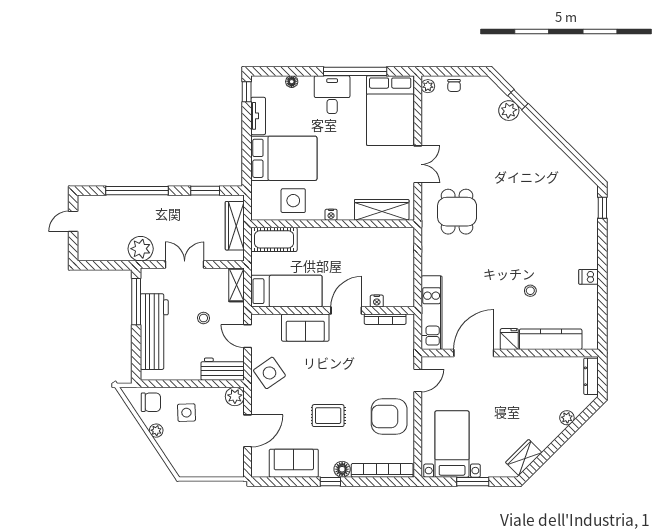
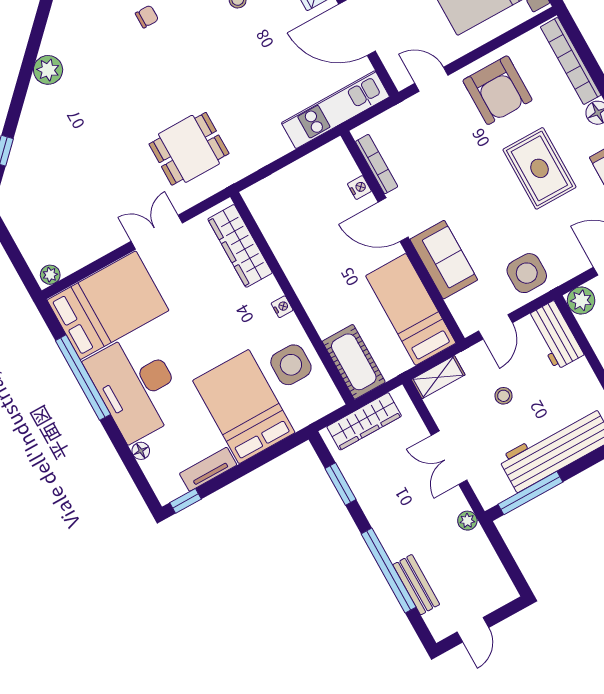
chair: (454, 85) -> (147, 17), moved
desk: (332, 95) -> (136, 386), width x1.87, depth x1.30
plant: (509, 111) -> (48, 70), moved
bench: (119, 202) -> (416, 585), added
door: (73, 221) -> (473, 630), hinge flipped
plant: (141, 249) -> (467, 521), width x0.53, depth x0.53
side table: (269, 373) -> (527, 273), turned 35
rug: (328, 416) -> (539, 168), width x1.36, depth x1.43

